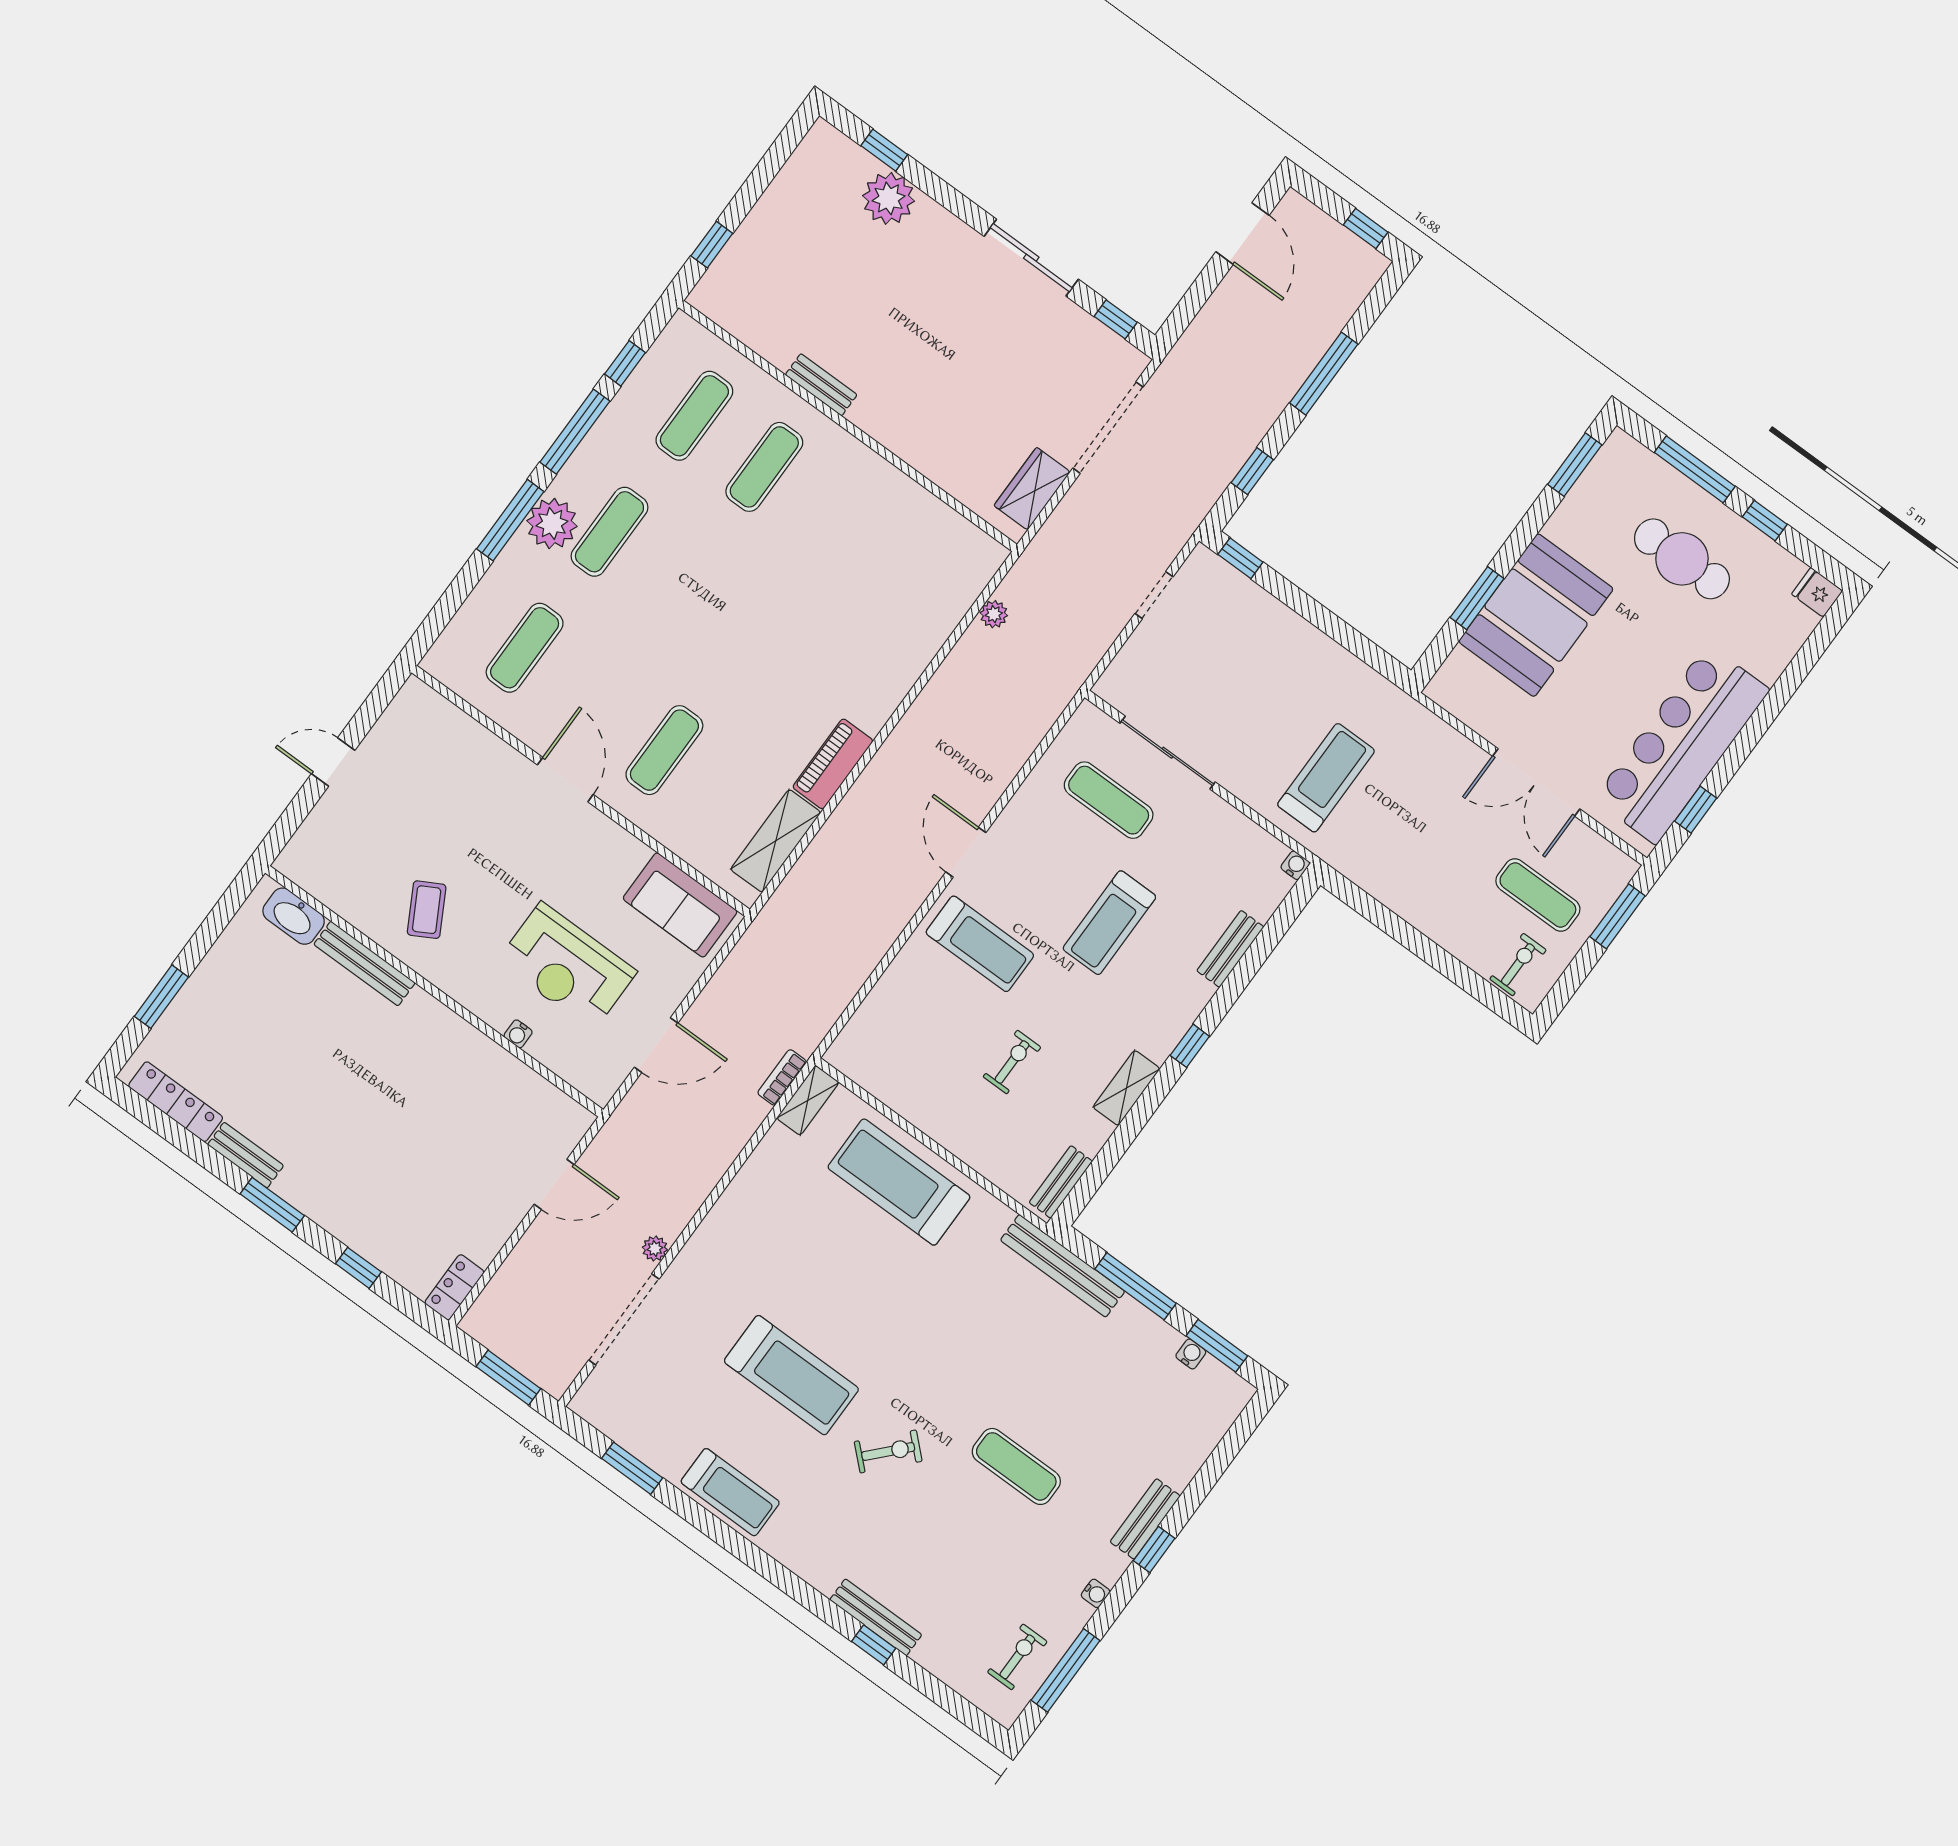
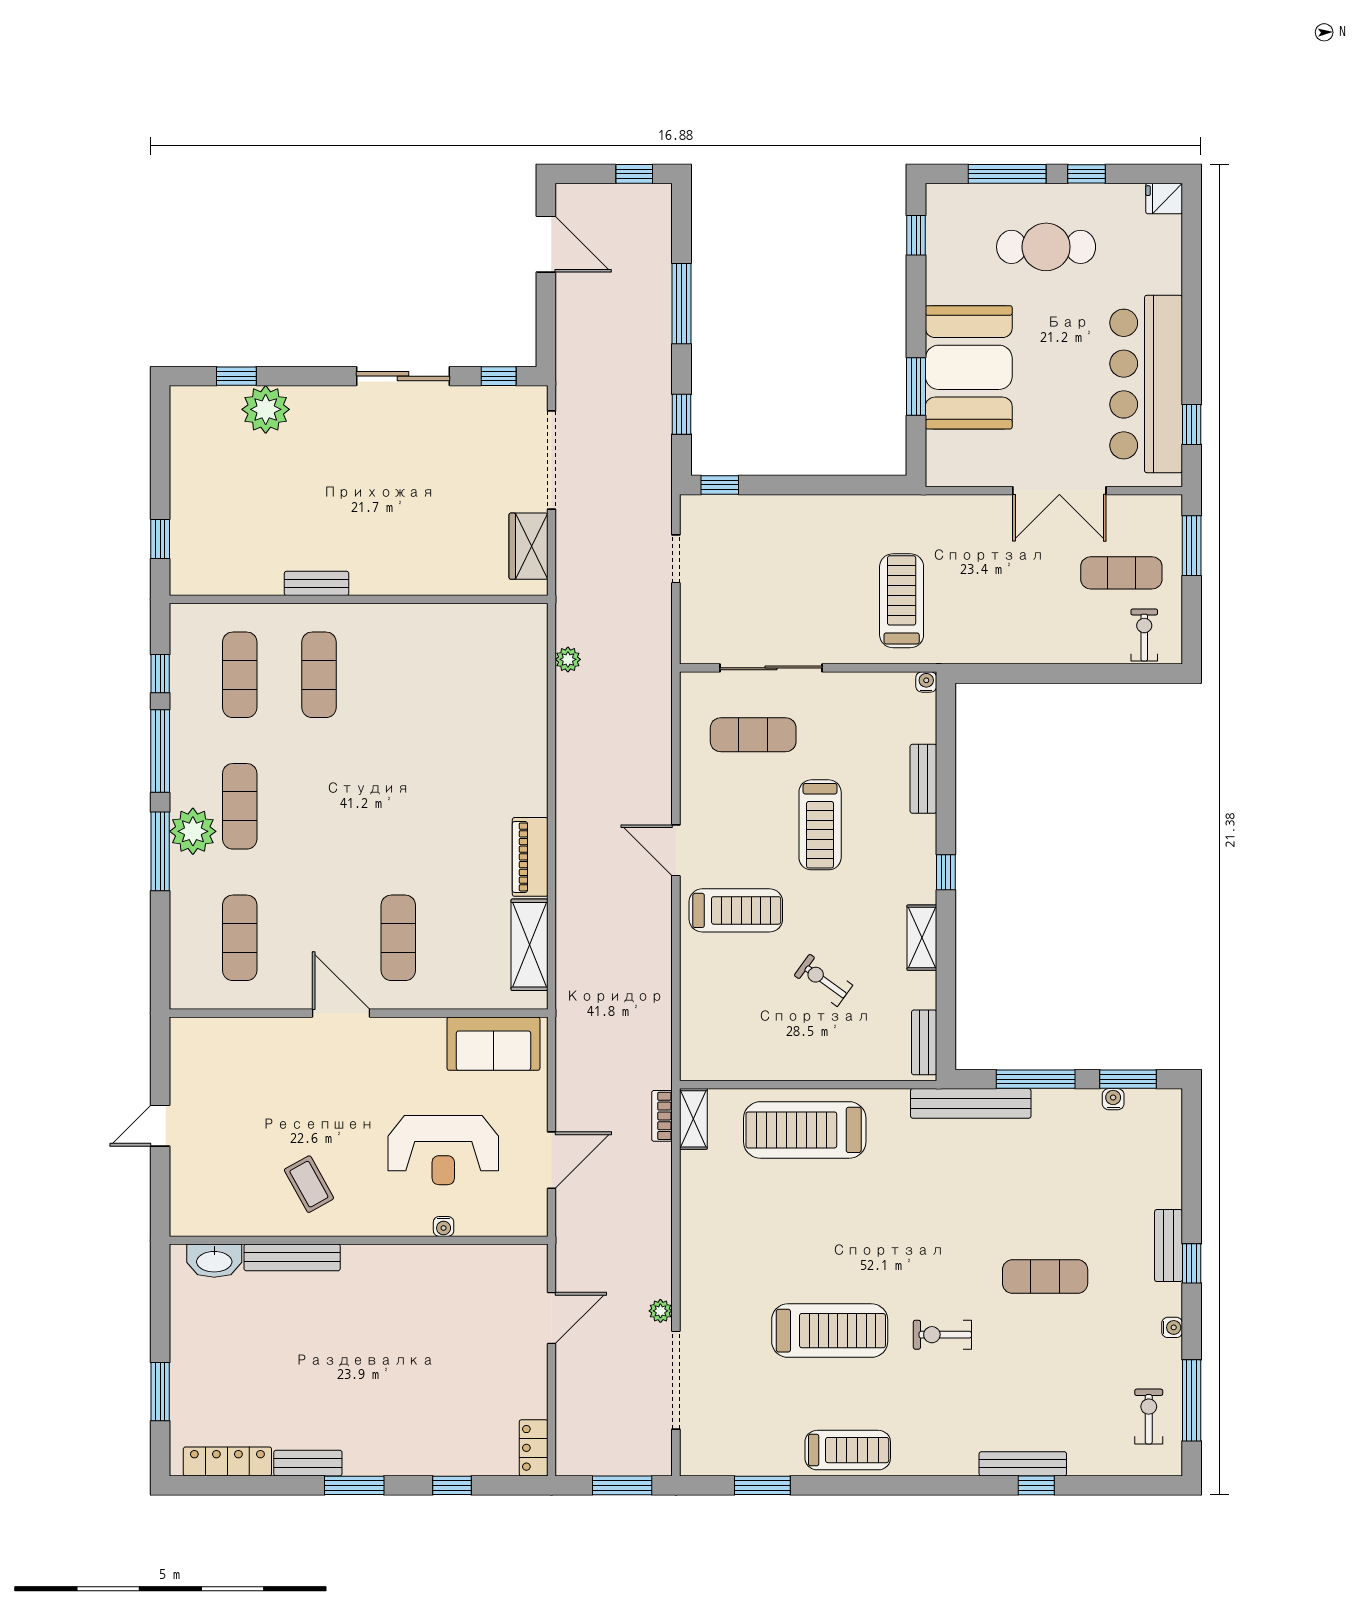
window: (1575, 465) -> (916, 235), width x0.67
exercise bike: (1012, 1062) -> (823, 980), turned -54
exercise bike: (888, 1451) -> (942, 1335), turned -133

